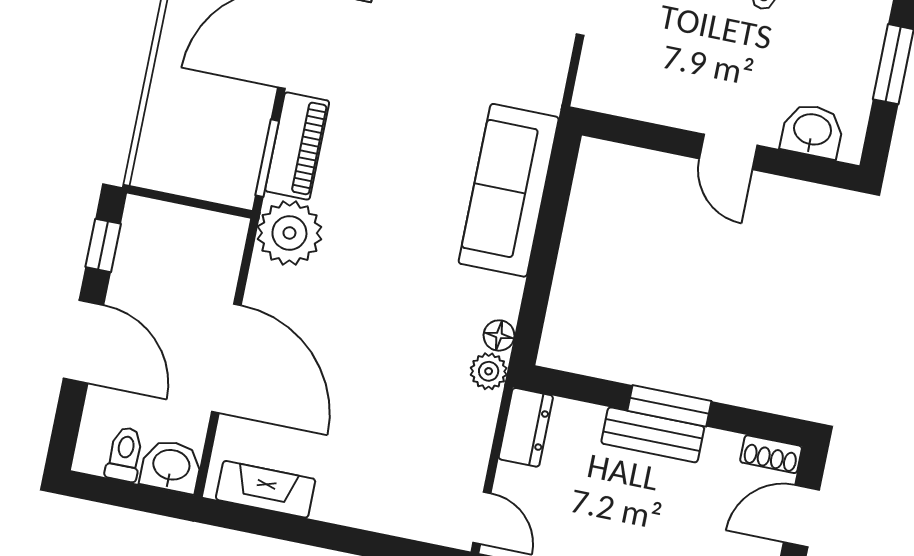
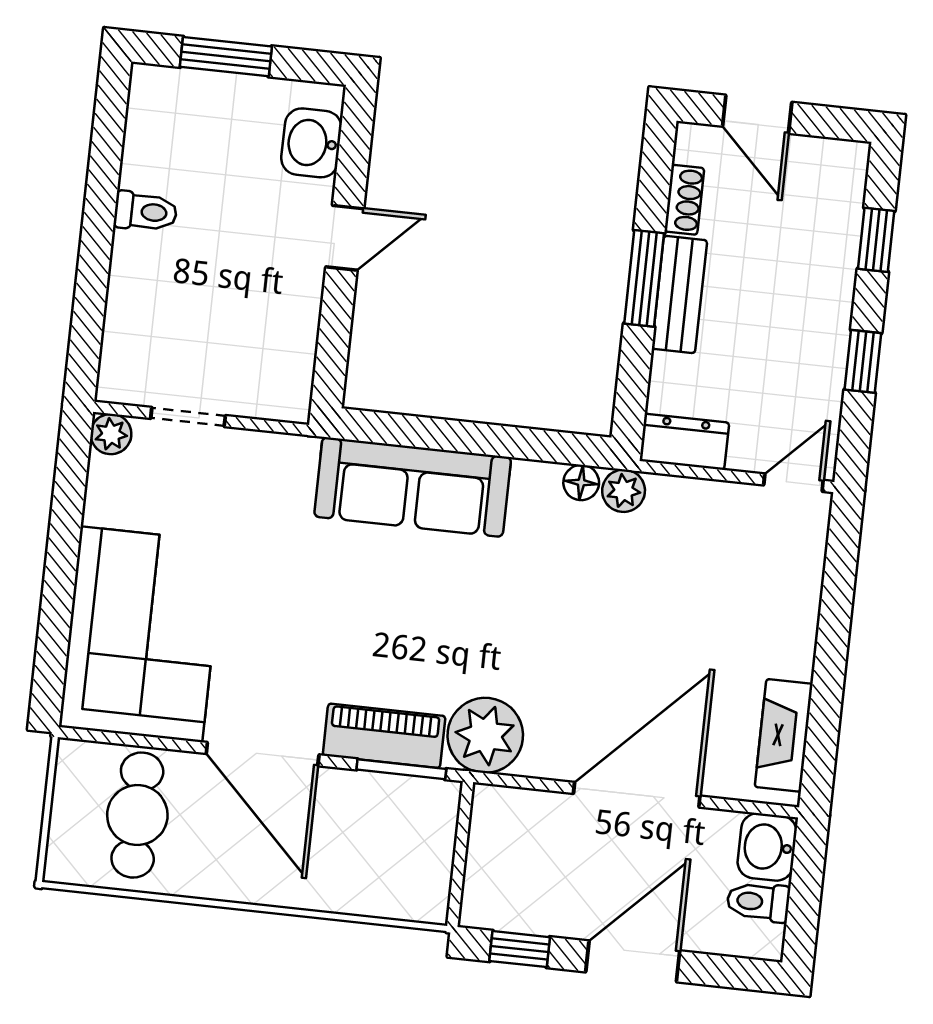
shoe rack: (771, 454) -> (684, 200), moved

